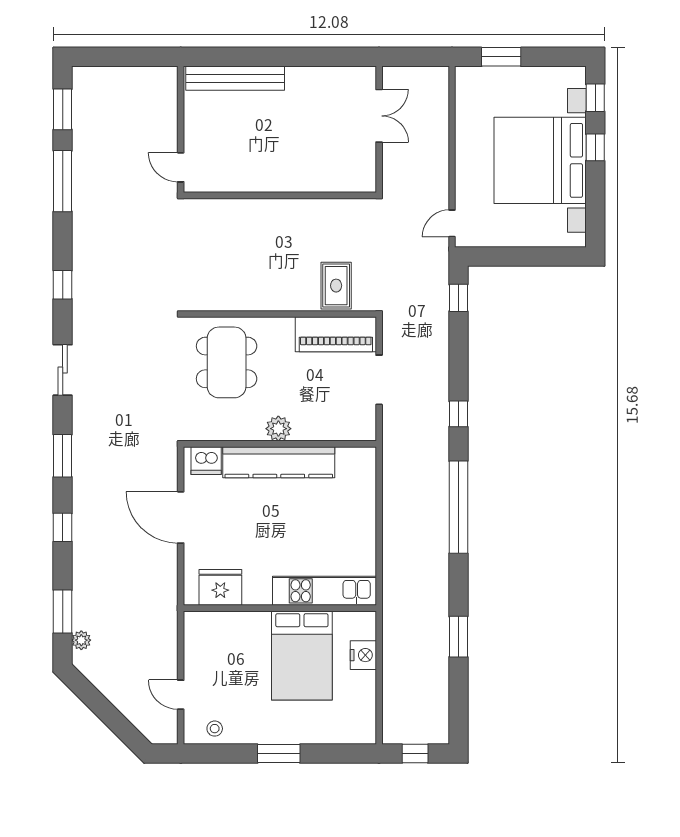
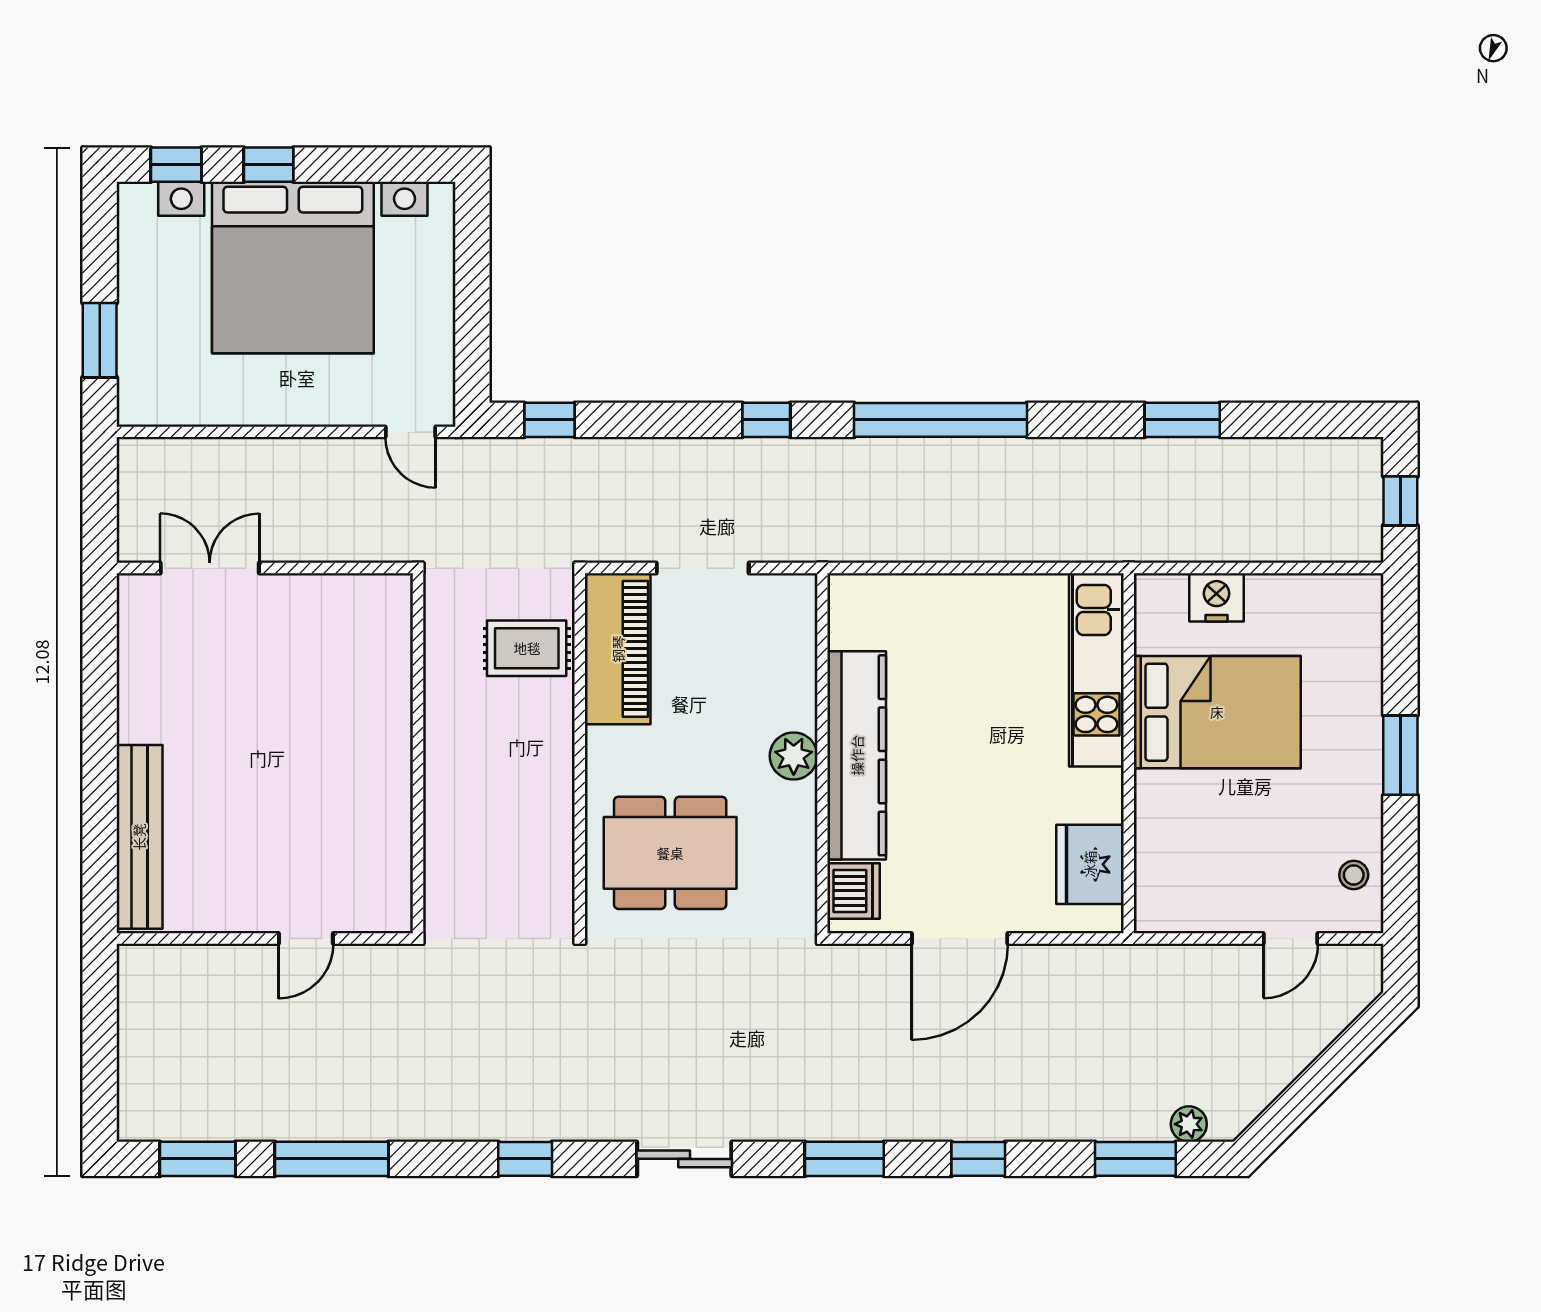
wall: (280, 195) -> (418, 753), moved

